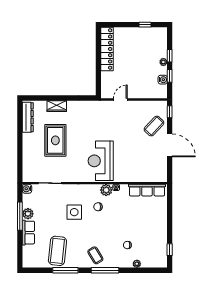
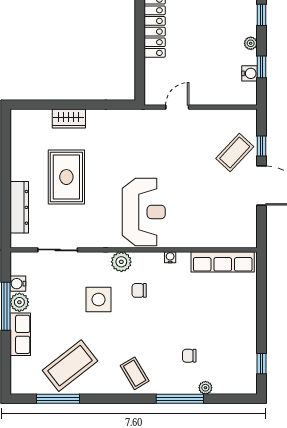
window: (170, 56) -> (262, 15), moved
window: (170, 112) -> (262, 146), moved
dresser: (28, 117) -> (19, 207), moved
reception desk: (101, 161) -> (144, 212), turned 180
water cooler: (27, 189) -> (18, 284), moved
plant: (106, 190) -> (121, 262), moved
coffee table: (57, 251) -> (70, 366), turned 46
window: (65, 270) -> (58, 399), moved
window: (105, 270) -> (180, 399), moved

